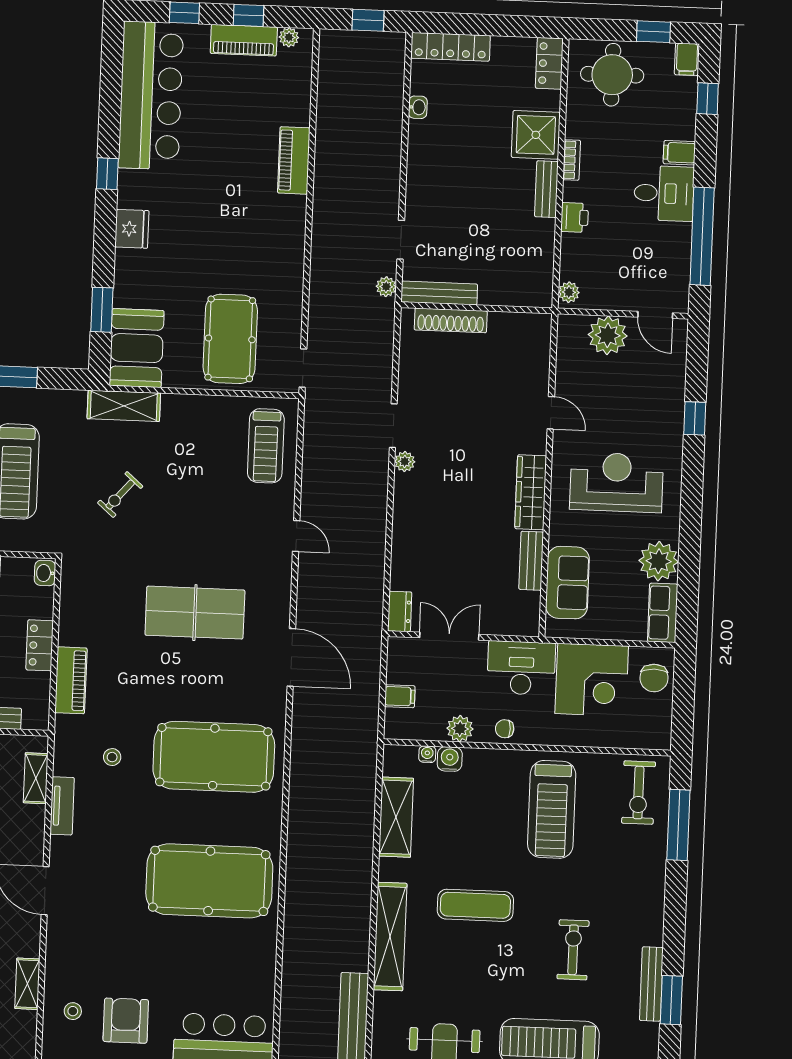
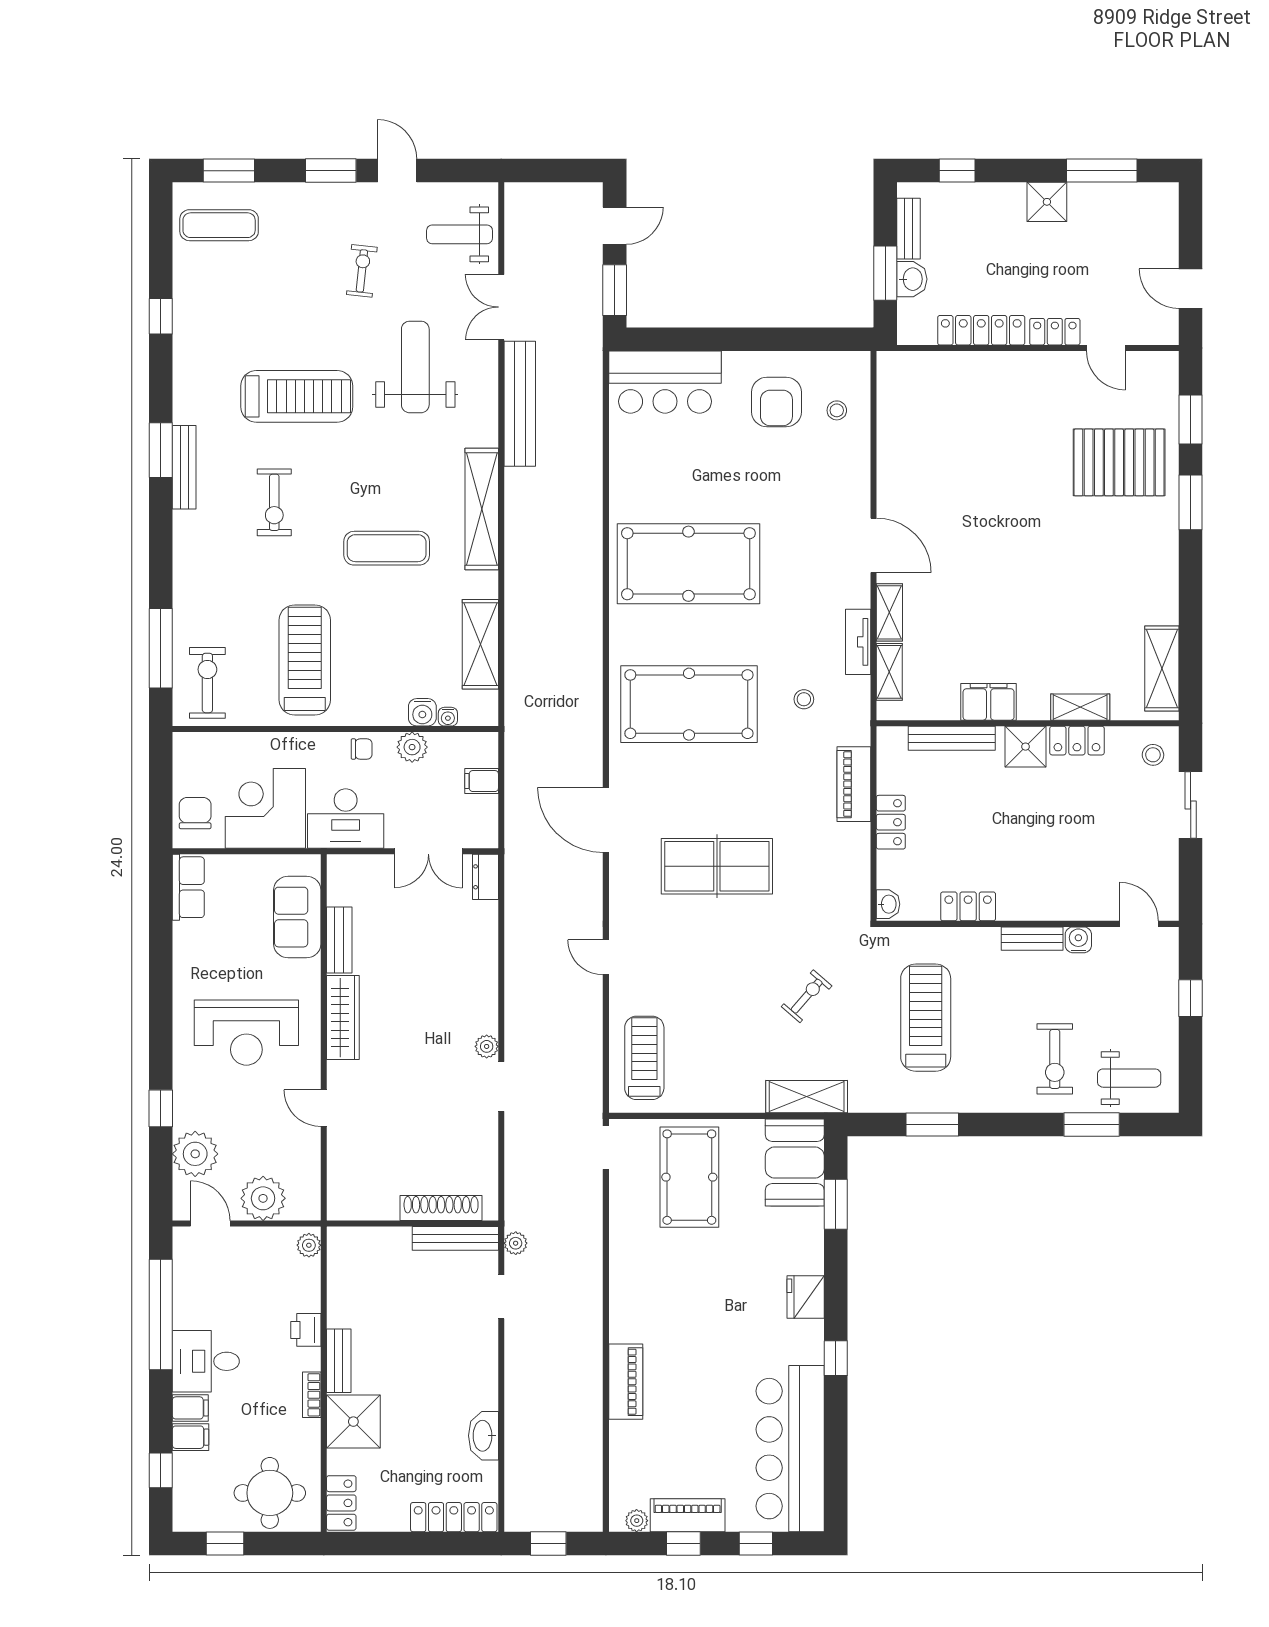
filing cabinet: (687, 59) -> (191, 1437), moved, turned 90
washbasin: (418, 107) -> (483, 1436), width x1.91, depth x1.45
plant: (659, 561) -> (195, 1154), moved
shelving: (27, 984) -> (889, 612), moved

